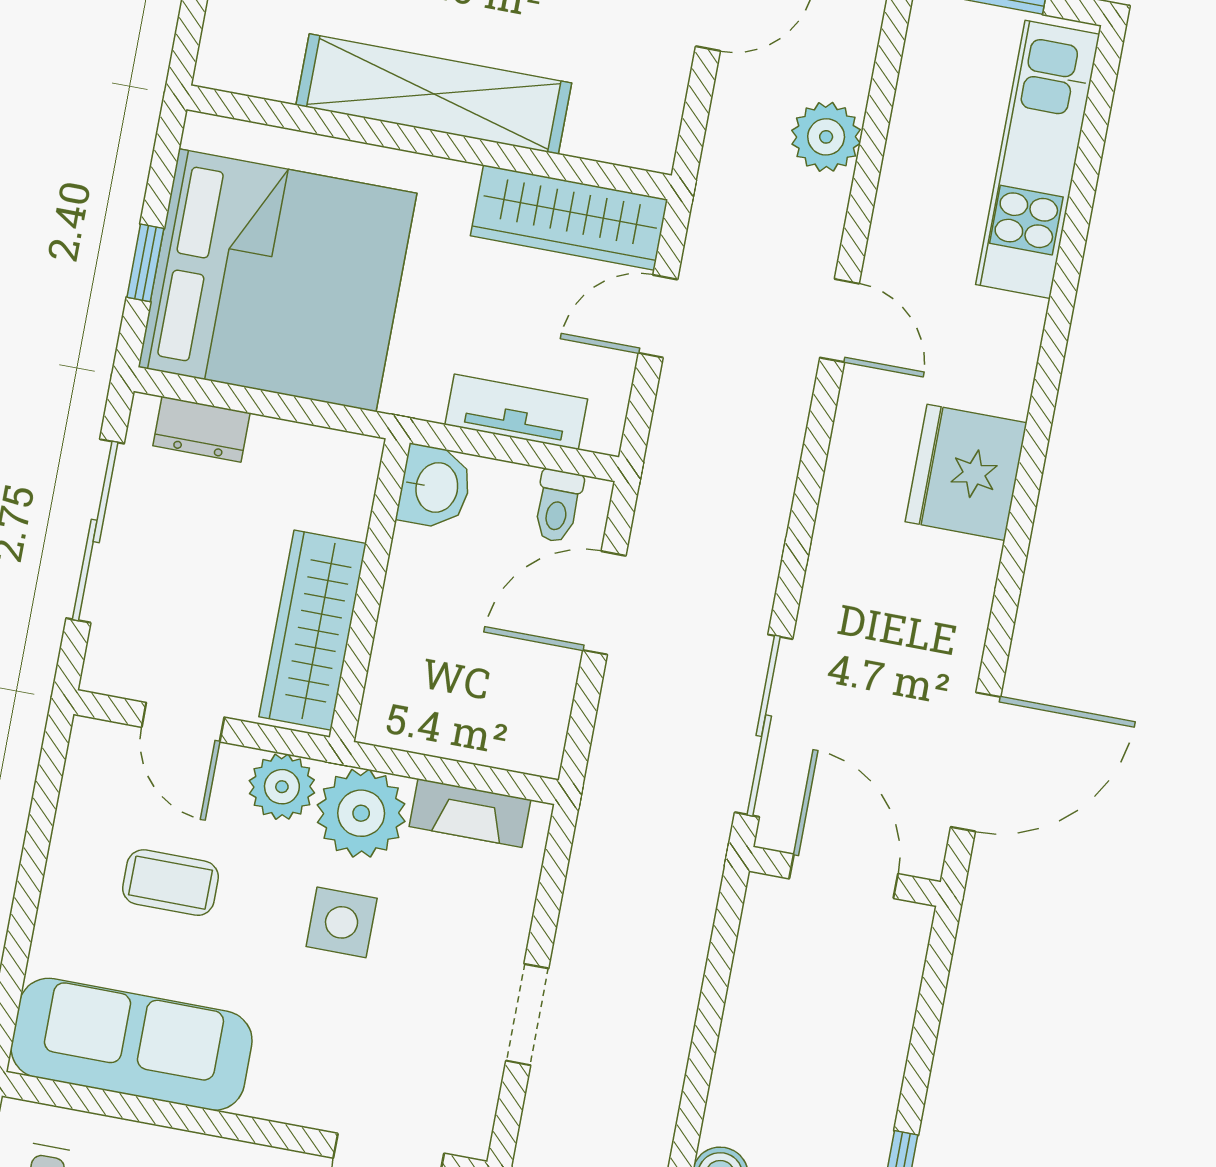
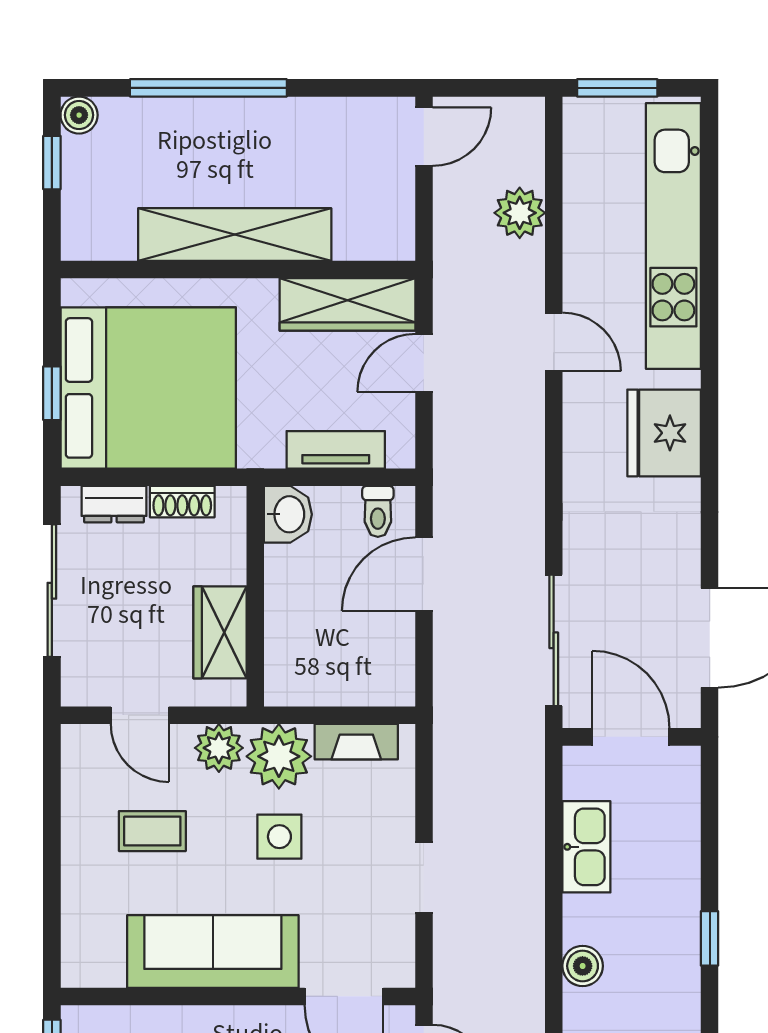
kitchen unit: (1038, 159) -> (673, 236), width x1.36
shoe rack: (295, 443) -> (182, 502), added
wardrobe: (313, 630) -> (220, 632), width x0.67
kitchen sink: (756, 1014) -> (586, 847), added
sofa: (132, 1044) -> (213, 951), moved

